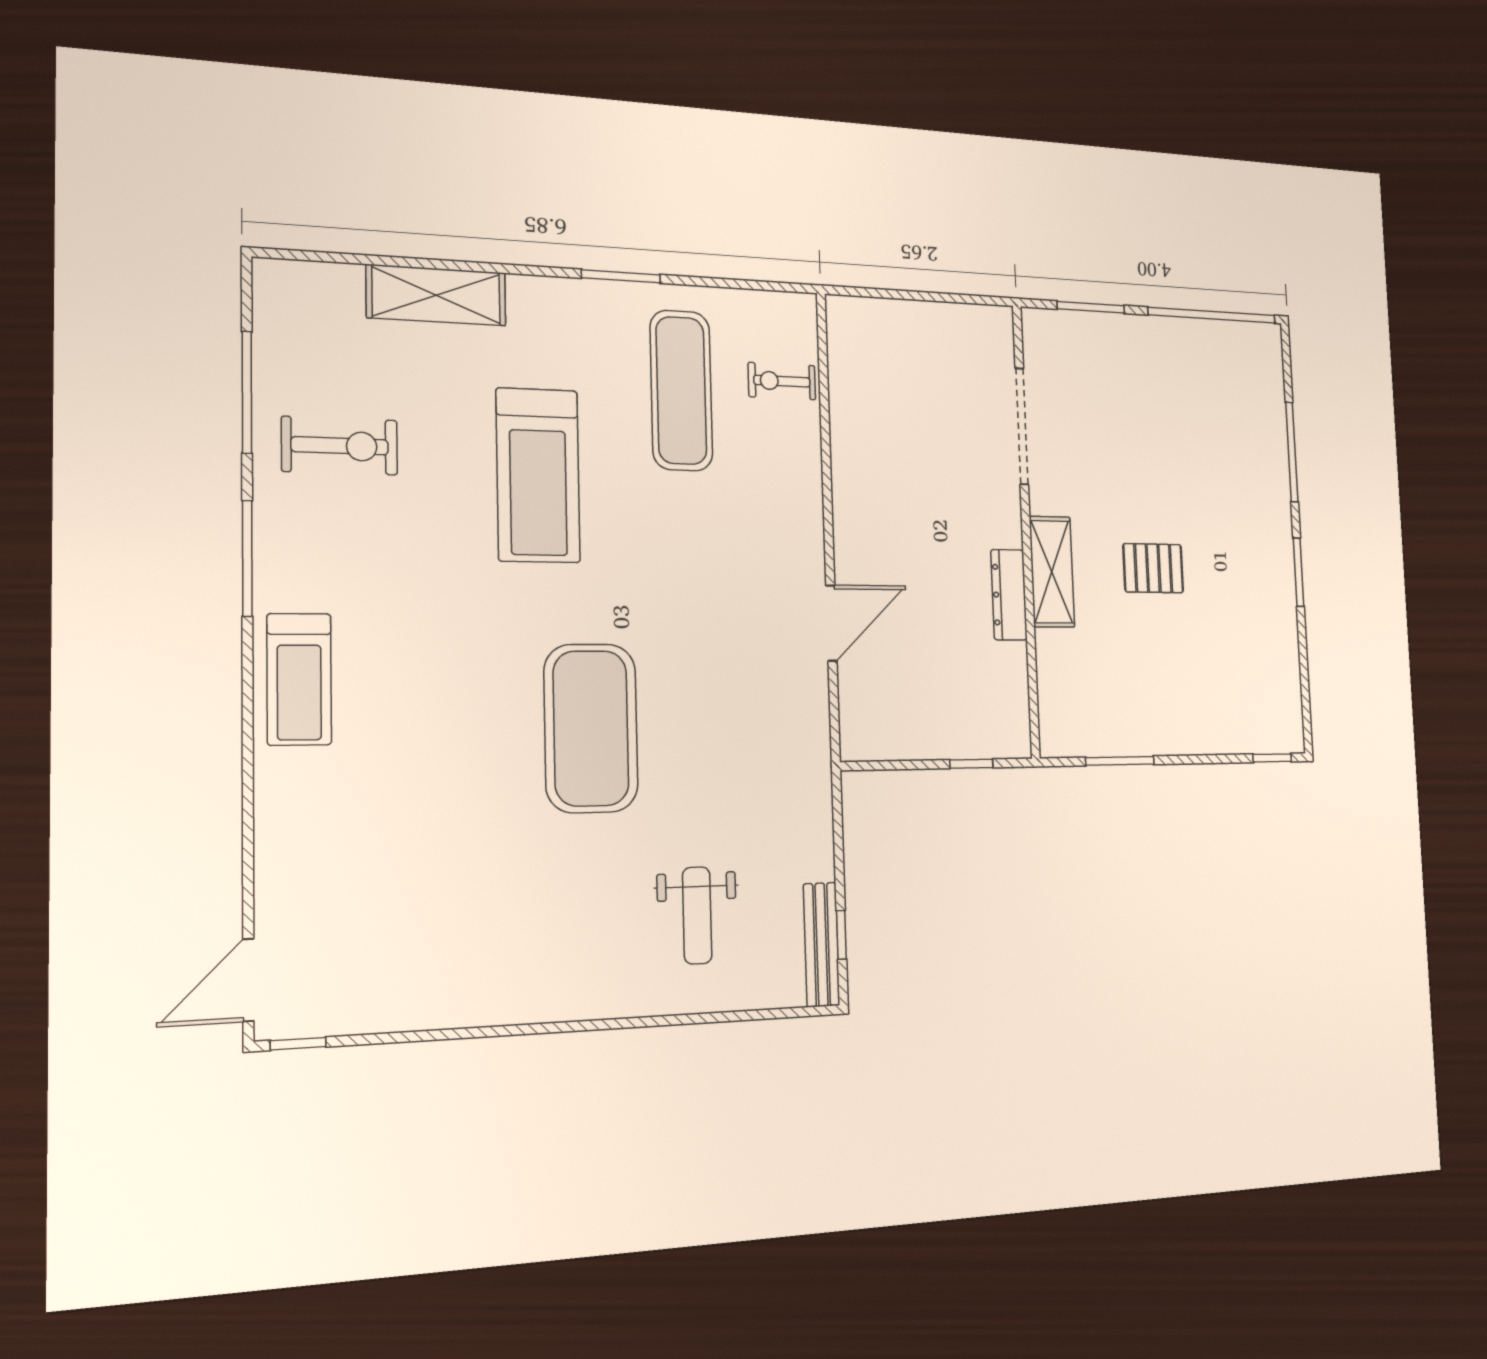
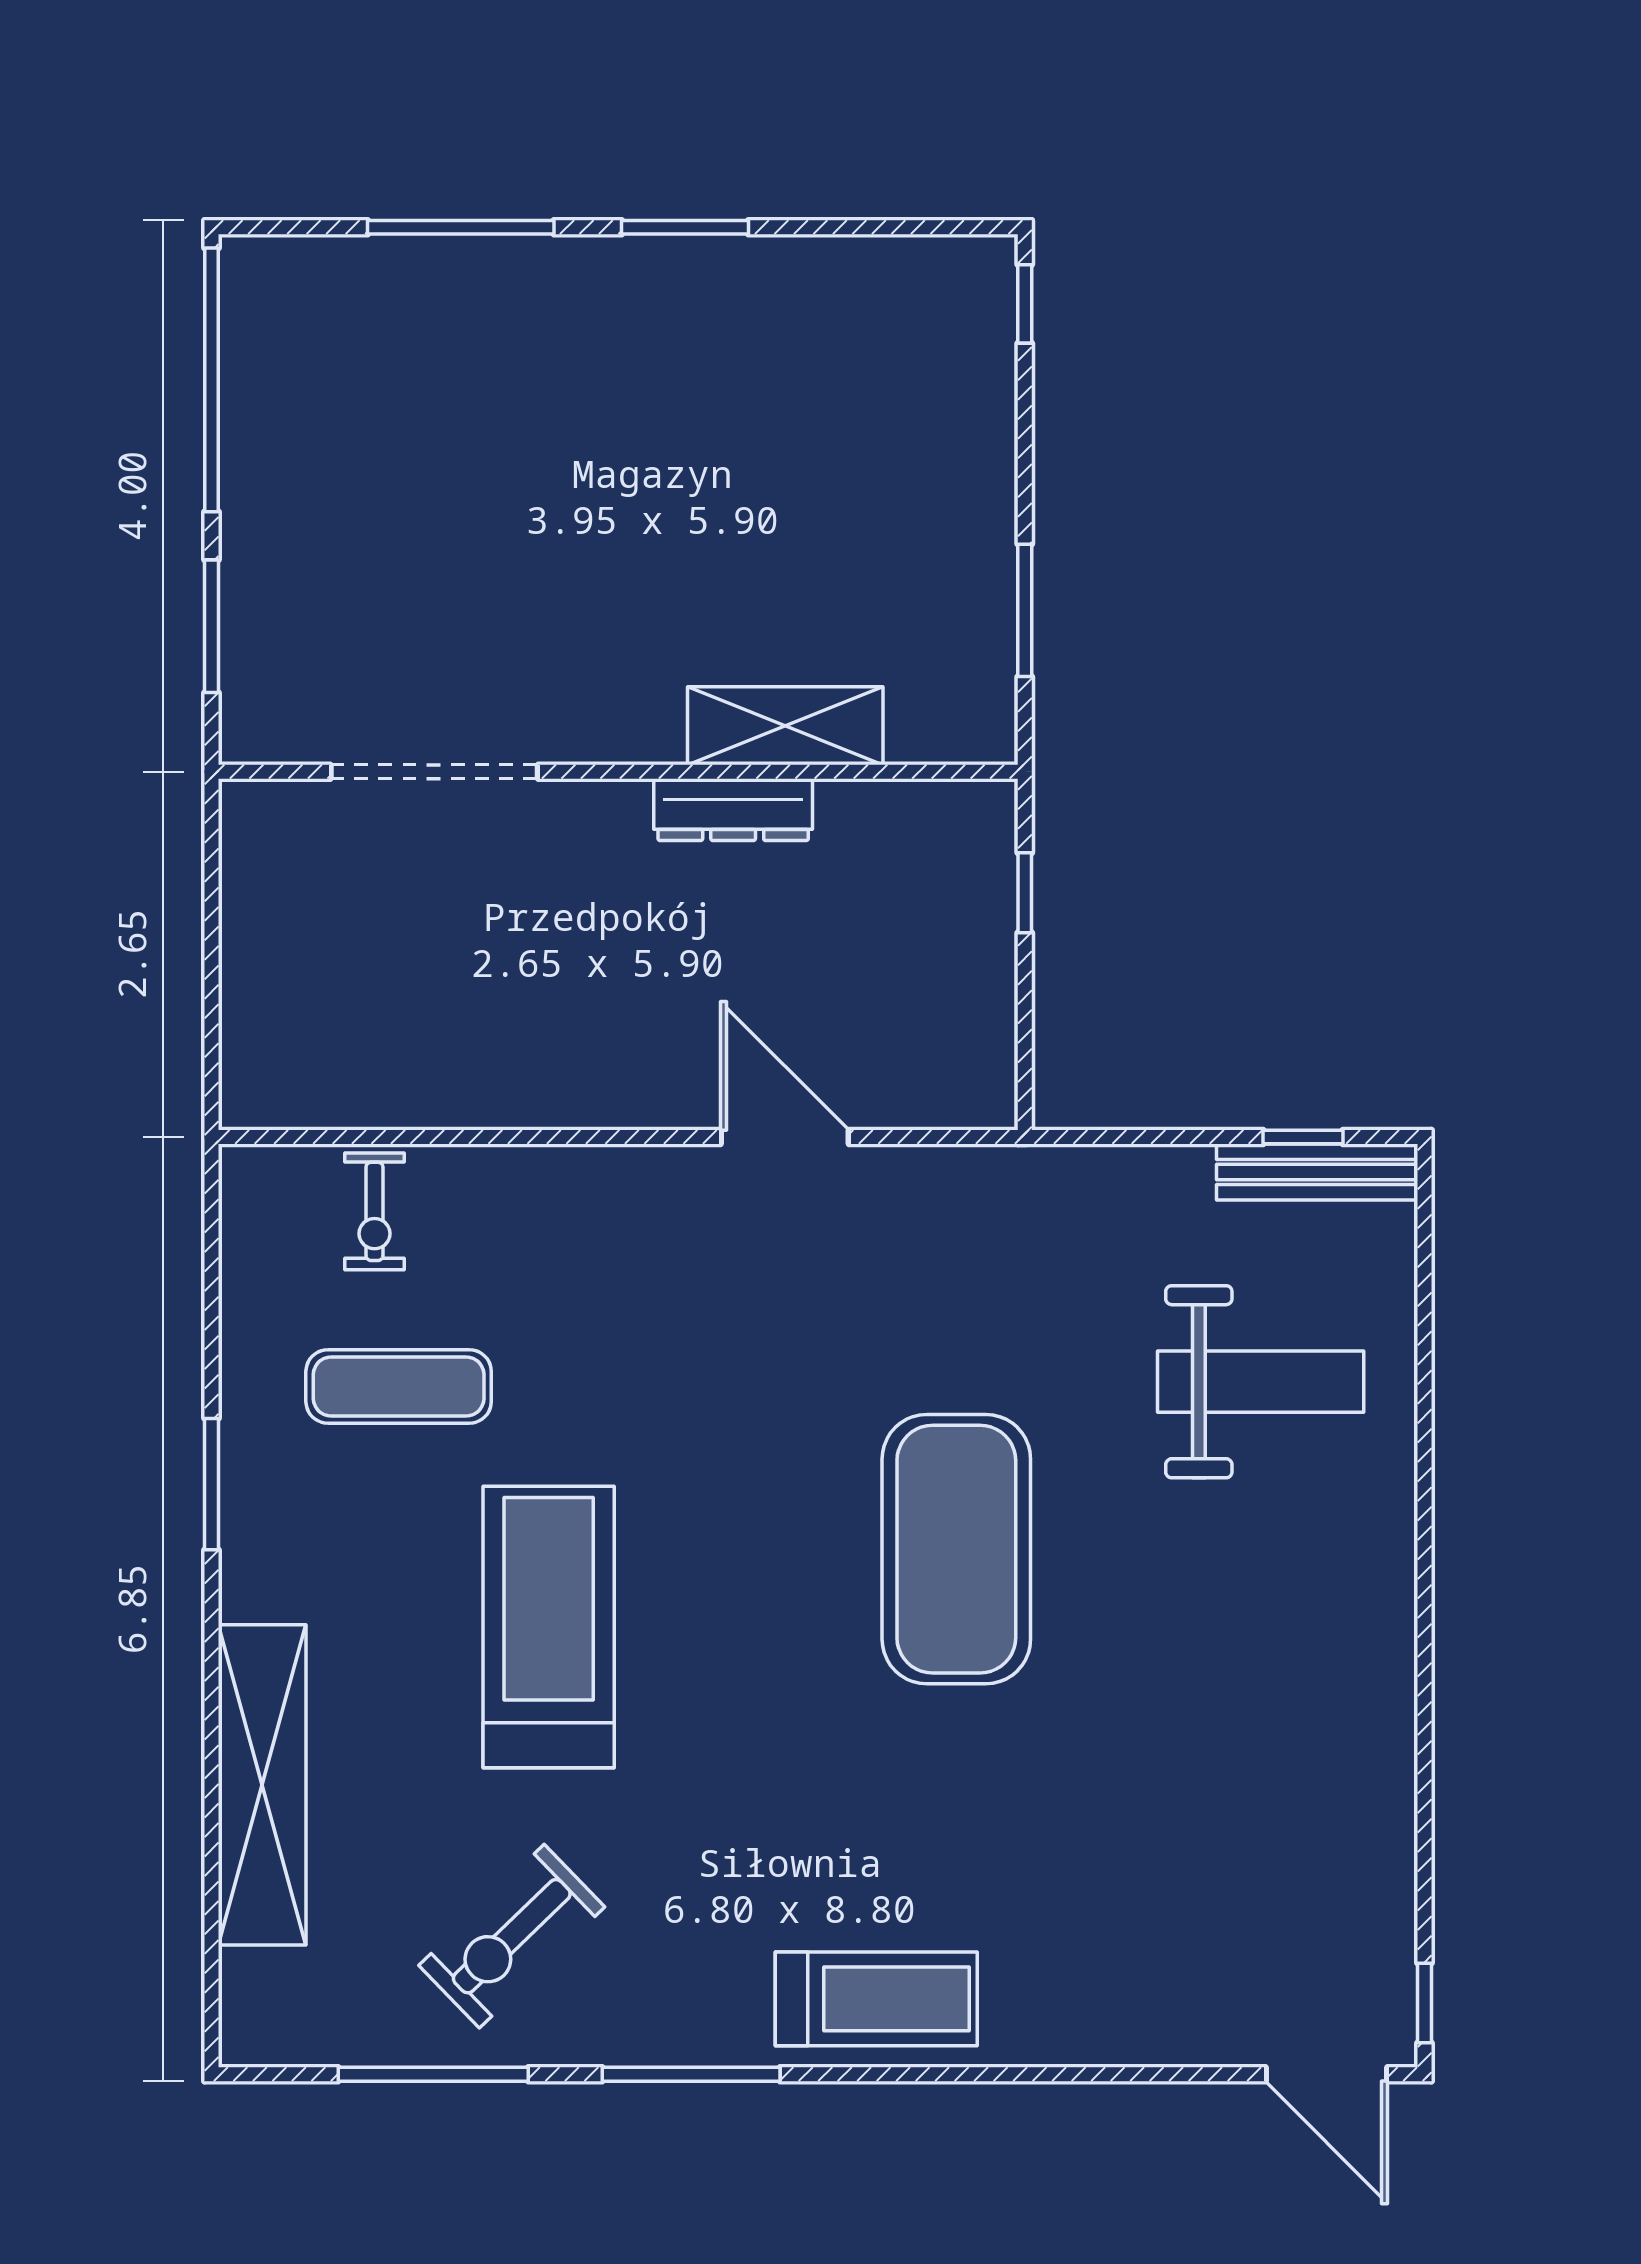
shelving: (436, 295) -> (262, 1785), width x1.47
exercise mat: (681, 390) -> (399, 1386), width x0.73, depth x0.69
exercise bike: (340, 446) -> (512, 1936), turned -134
treadmill: (538, 475) -> (549, 1627), turned -90
pallet: (1153, 568) -> (682, 526), removed
shelving: (1052, 572) -> (785, 726), moved
exercise mat: (591, 728) -> (956, 1549), turned 90
weight bench: (697, 915) -> (1261, 1382), width x1.36, depth x1.33

